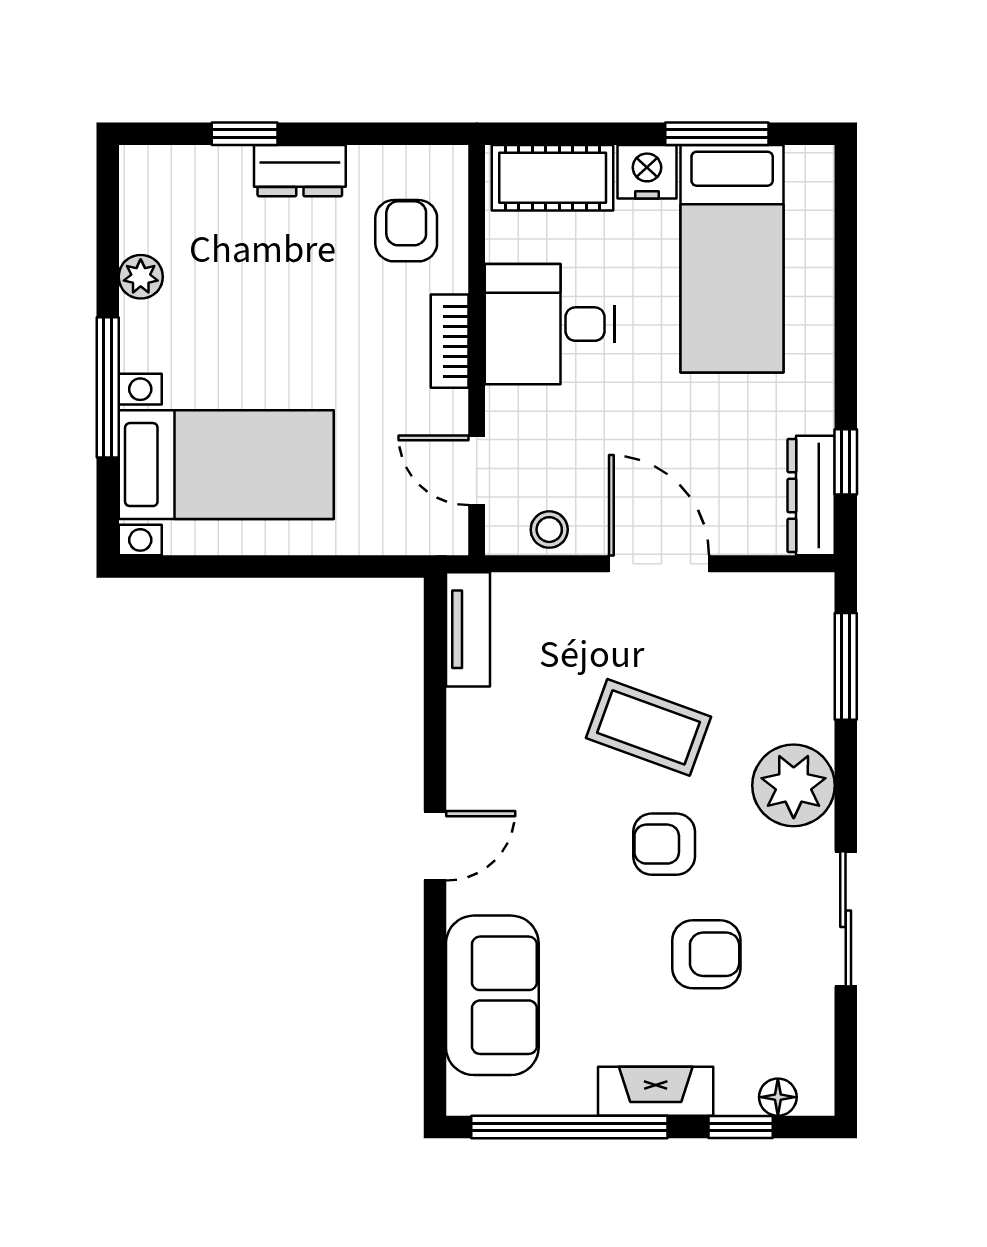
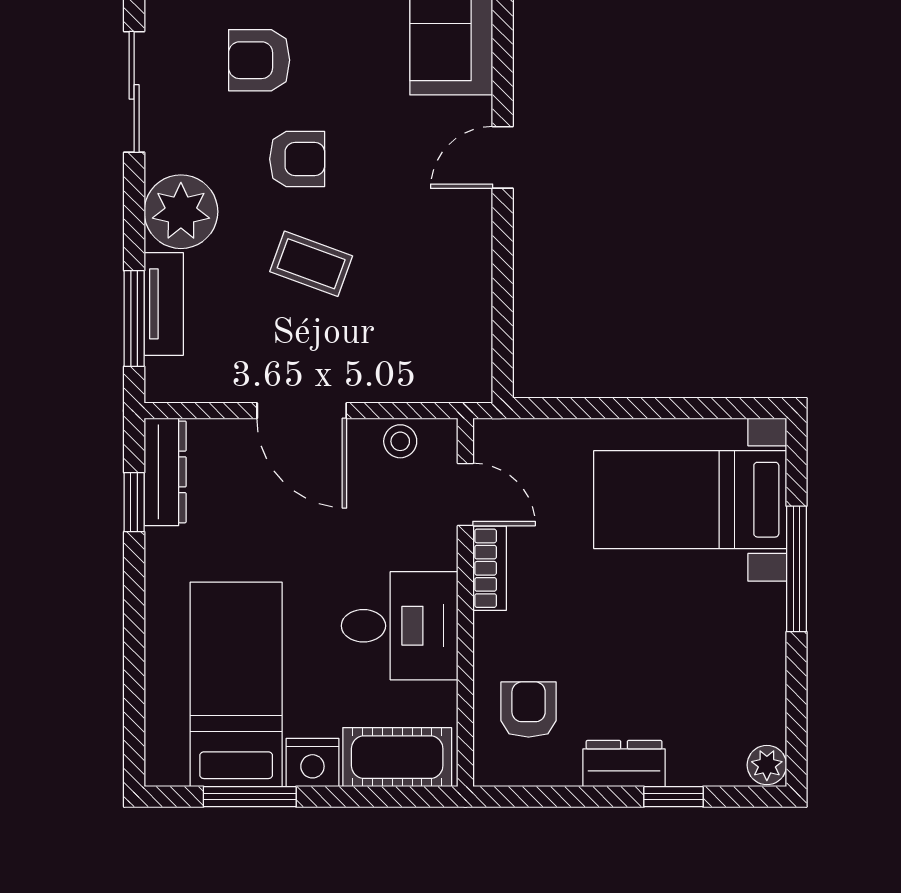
armchair: (406, 231) -> (529, 710), turned 180
plant: (141, 277) -> (767, 765), moved
bookcase: (450, 341) -> (490, 568), moved
tv unit: (468, 629) -> (164, 304), moved, turned 180
coffee table: (648, 727) -> (311, 264), width x0.73, depth x0.77

